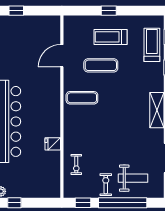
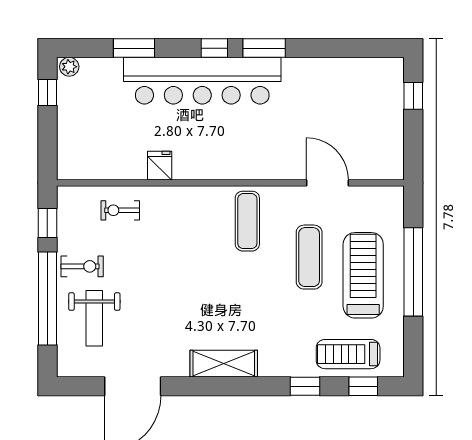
window: (109, 11) -> (413, 272), width x3.17
treadmill: (110, 37) -> (363, 275), width x1.37, depth x1.38
treadmill: (152, 45) -> (348, 354), turned 180

